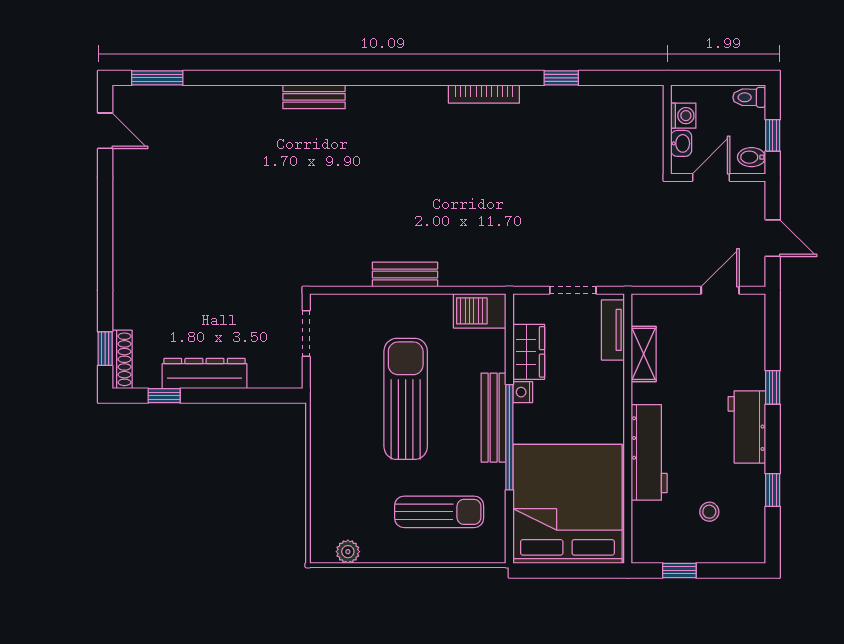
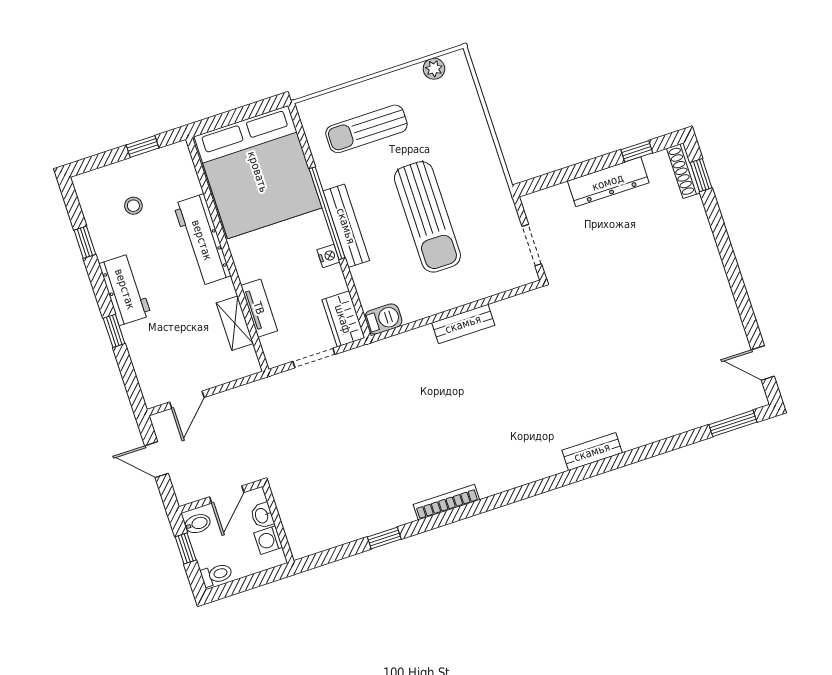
barbecue: (480, 311) -> (383, 319), width x0.73, depth x0.79
tv unit: (613, 330) -> (259, 308), moved
wardrobe: (529, 352) -> (343, 319), moved

